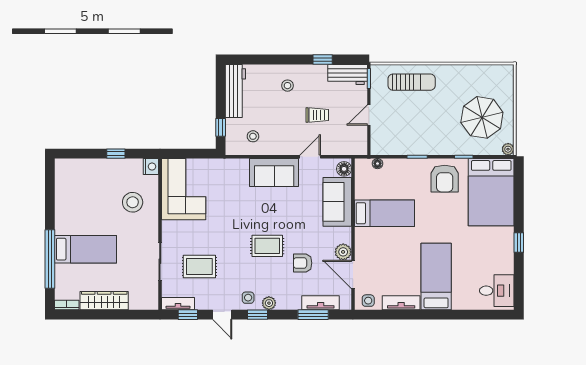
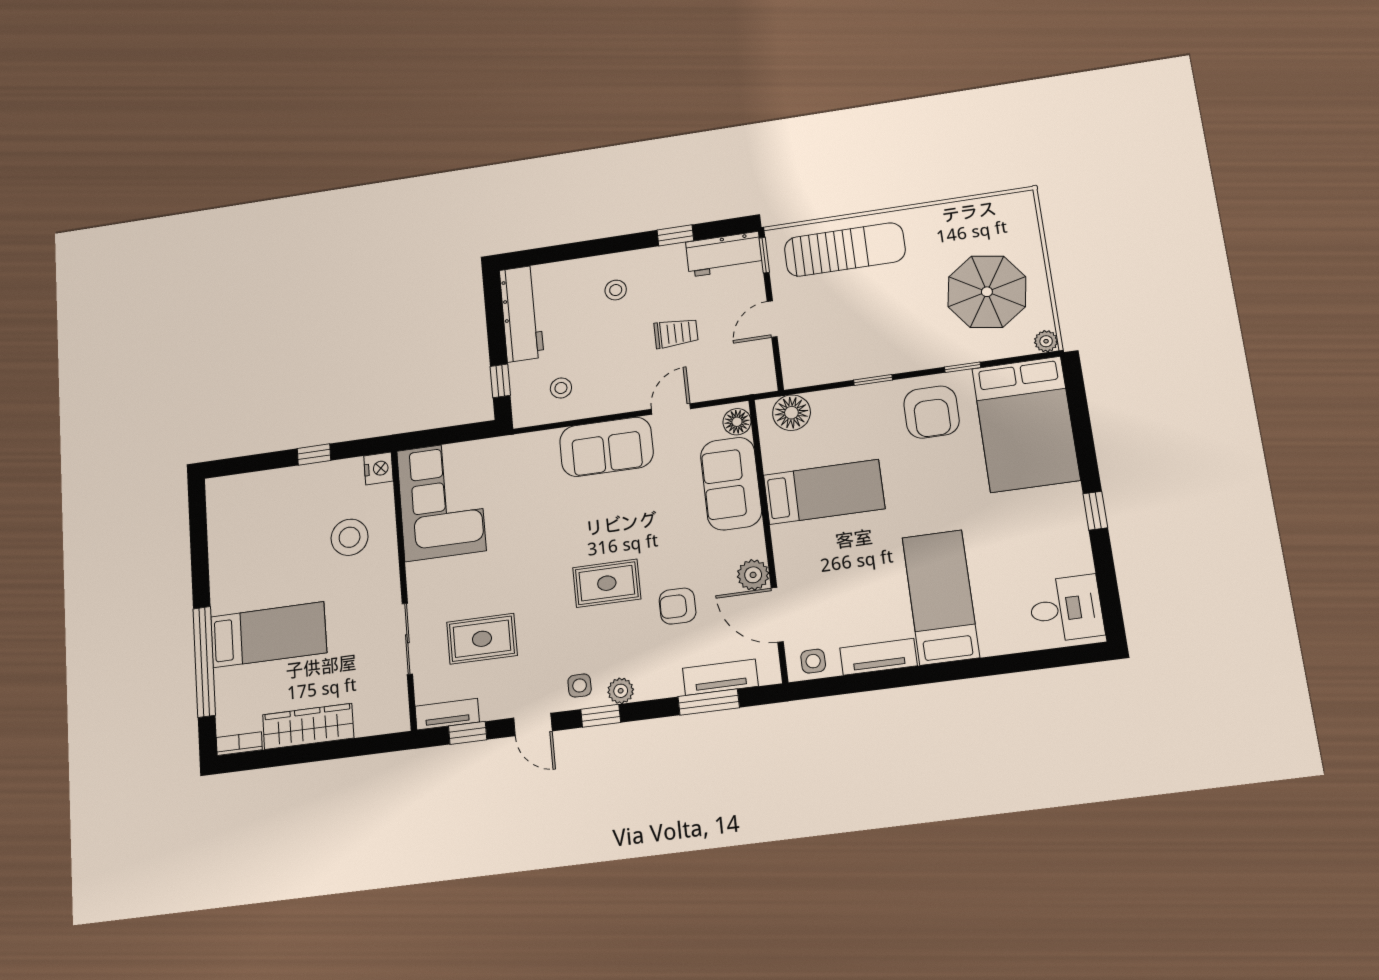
sun lounger: (412, 82) -> (845, 250), width x1.36, depth x1.34
floor lamp: (377, 164) -> (791, 413), width x1.89, depth x1.89

